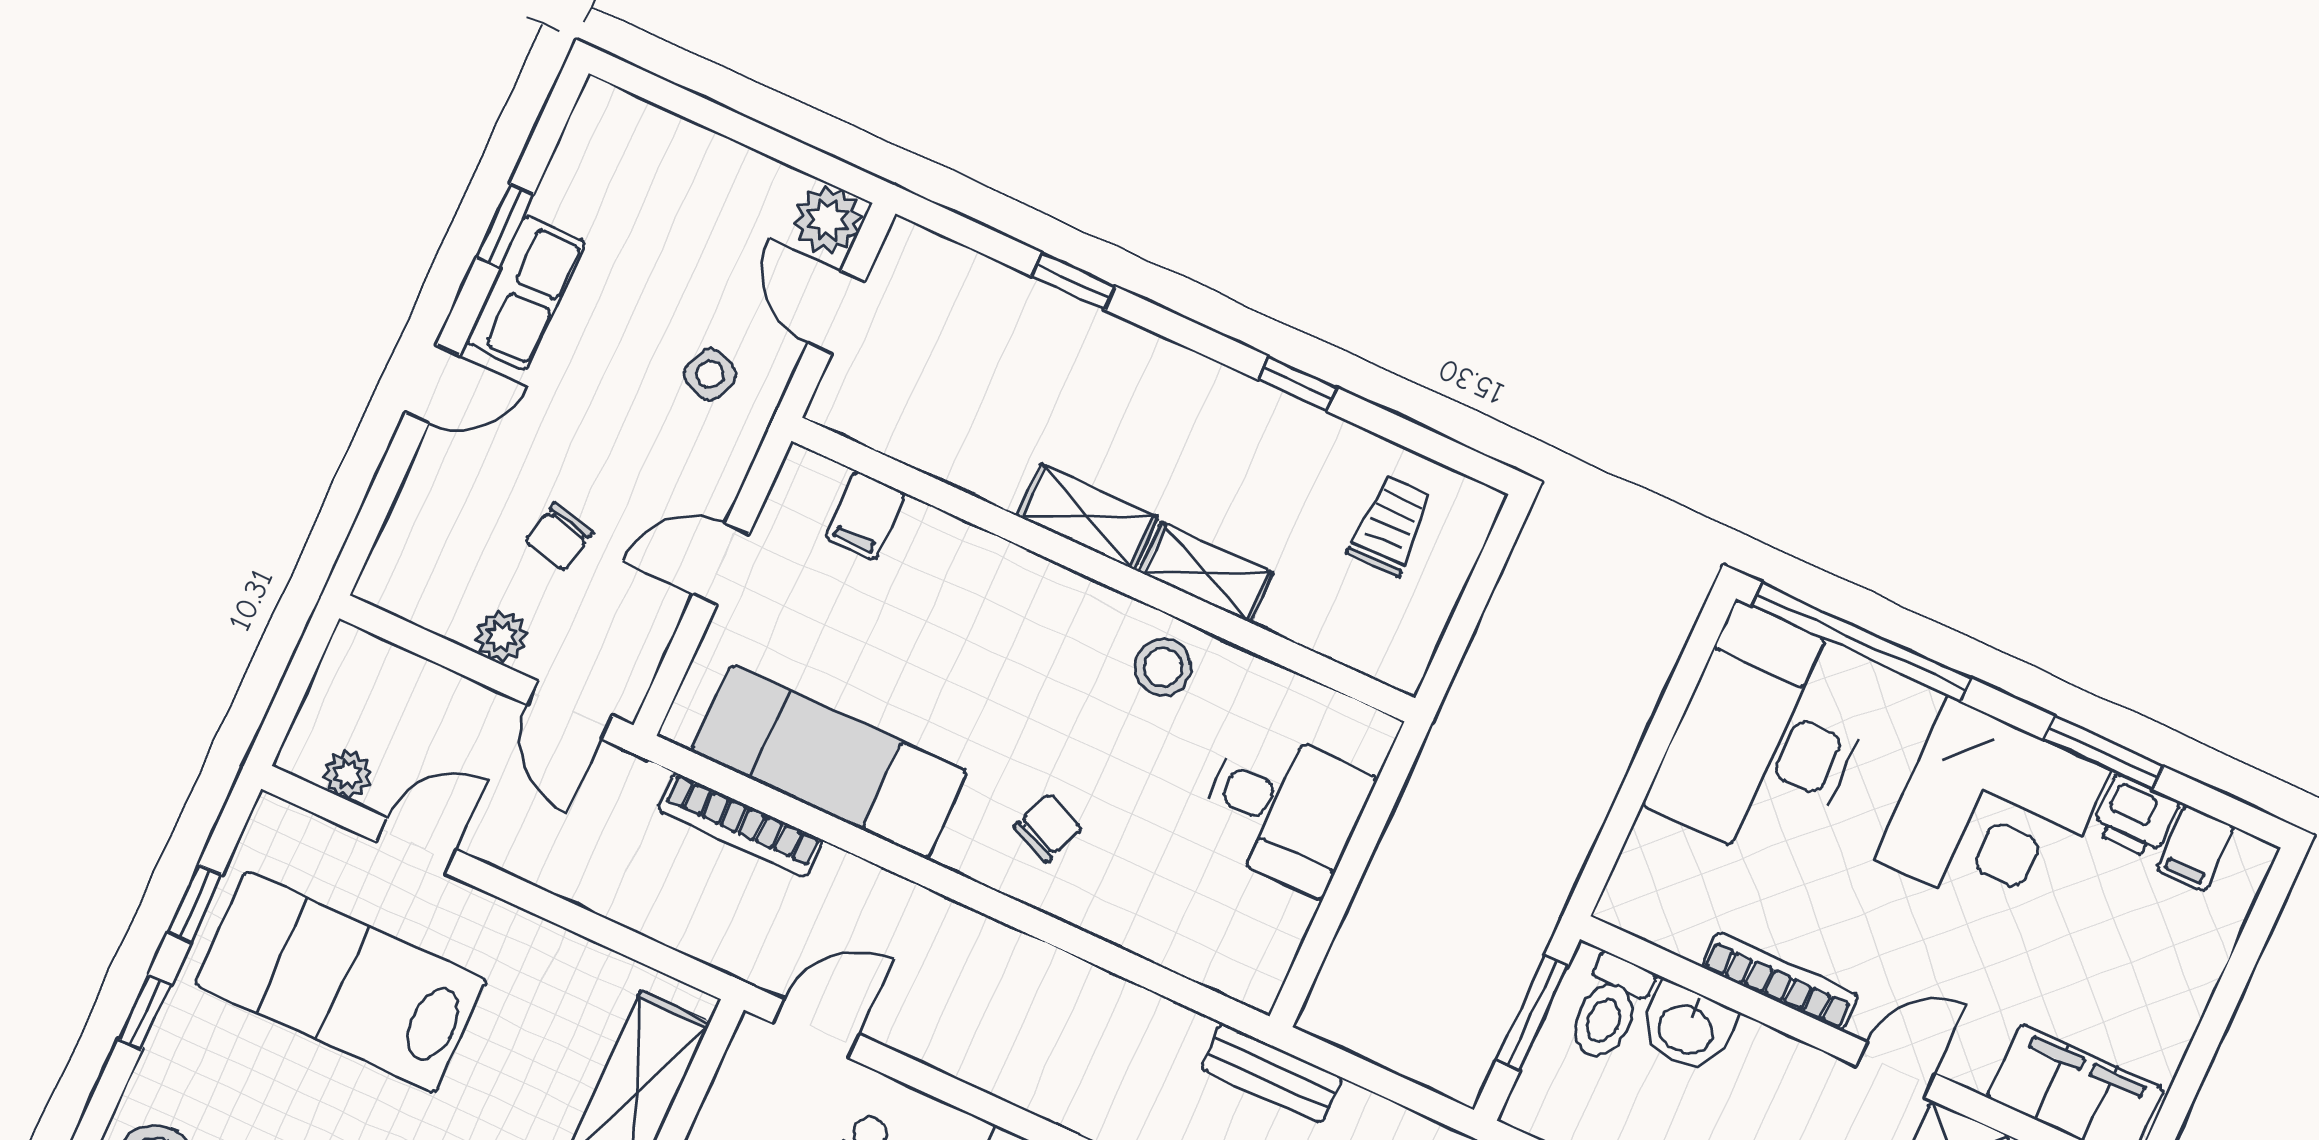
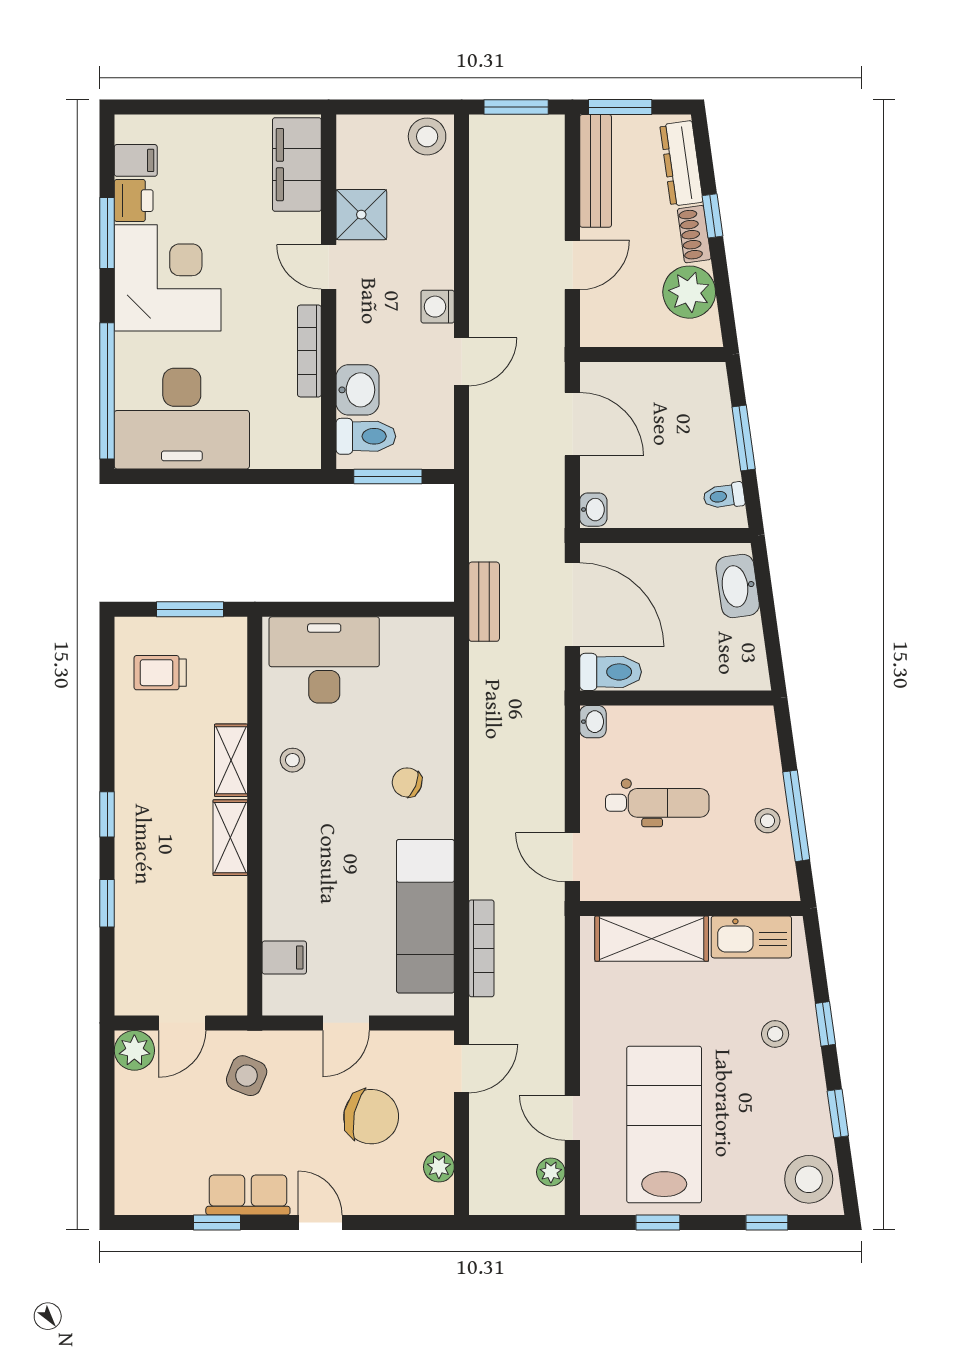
side table: (710, 374) -> (247, 1076), width x1.37, depth x1.37
window: (1298, 384) -> (107, 814), moved
chair: (559, 537) -> (371, 1117), width x1.87, depth x1.87
door: (721, 564) -> (346, 1023), hinge flipped
window: (1467, 616) -> (190, 609), added
plant: (501, 637) -> (439, 1167), moved
stool: (1163, 667) -> (292, 760), width x0.73, depth x0.73
desk: (1284, 809) -> (324, 660), width x1.37
lab bench: (341, 982) -> (664, 1125), turned 180
window: (145, 1012) -> (767, 1222), moved

